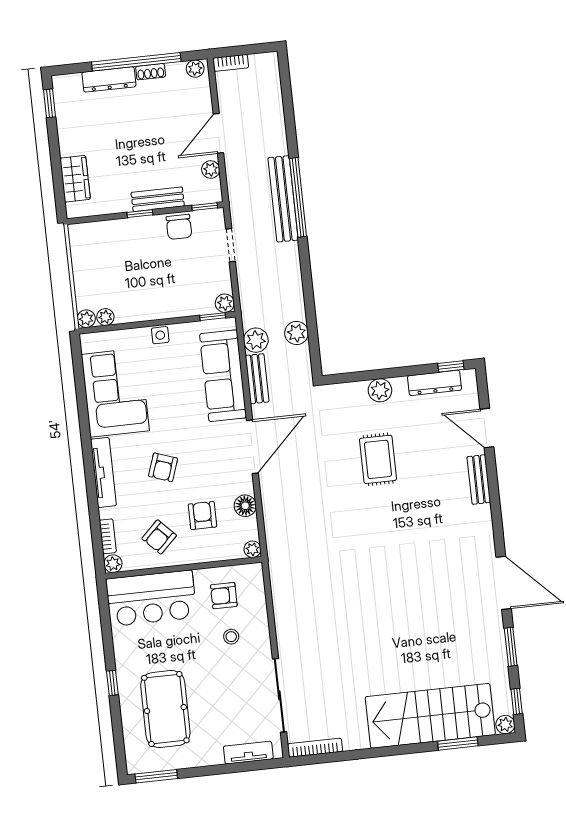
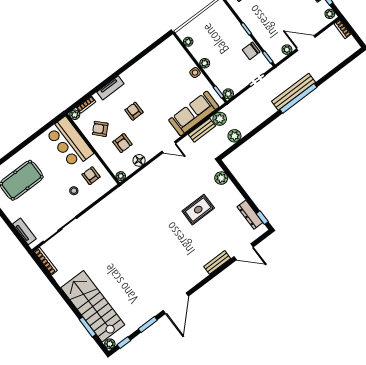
bench: (158, 199) -> (258, 33), removed
plant: (86, 319) -> (205, 63), moved
plant: (380, 390) -> (221, 178), moved
corner sofa: (115, 393) -> (156, 68), removed
door: (487, 428) -> (244, 252), swing flipped
door: (252, 447) -> (169, 147), width x0.53
armchair: (163, 467) -> (134, 111), turned 71
tv unit: (103, 472) -> (110, 88), width x0.71
armchair: (202, 515) -> (122, 143), turned 90
window: (112, 683) -> (19, 148), removed

